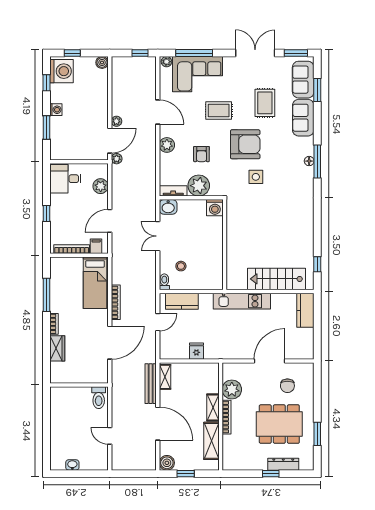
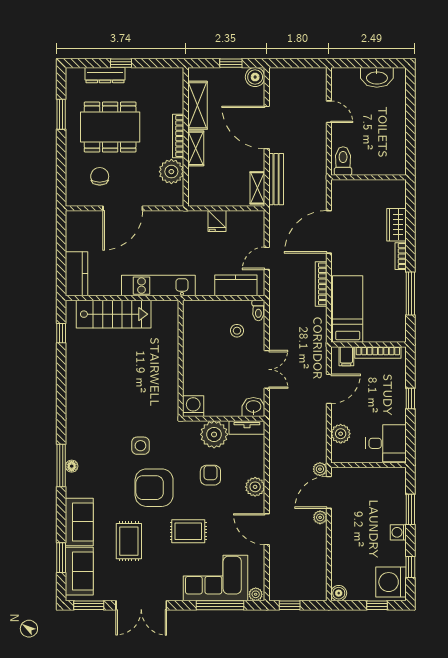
washbasin: (72, 465) -> (377, 77), width x1.91, depth x1.45

